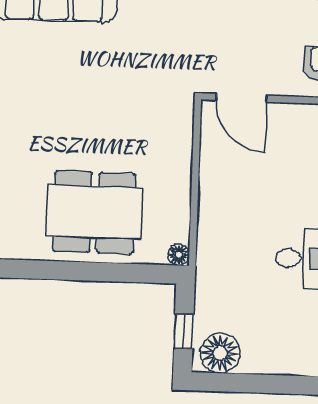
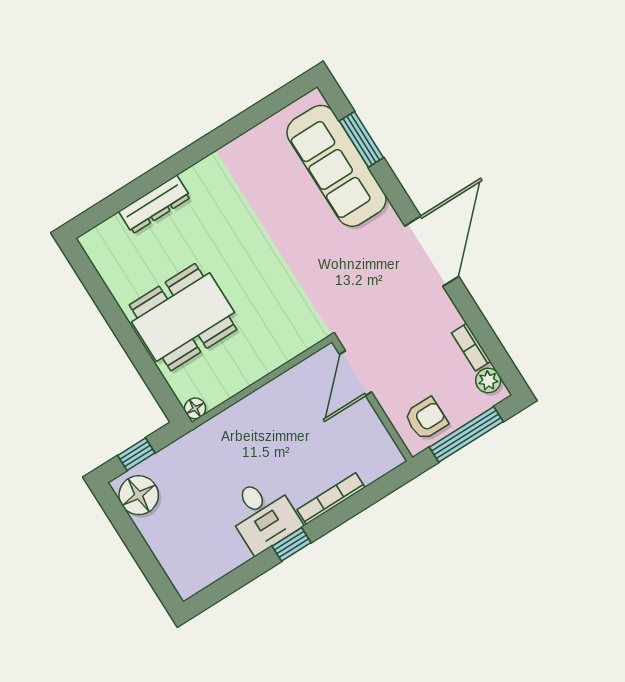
dining table: (94, 212) -> (183, 317), turned 90

